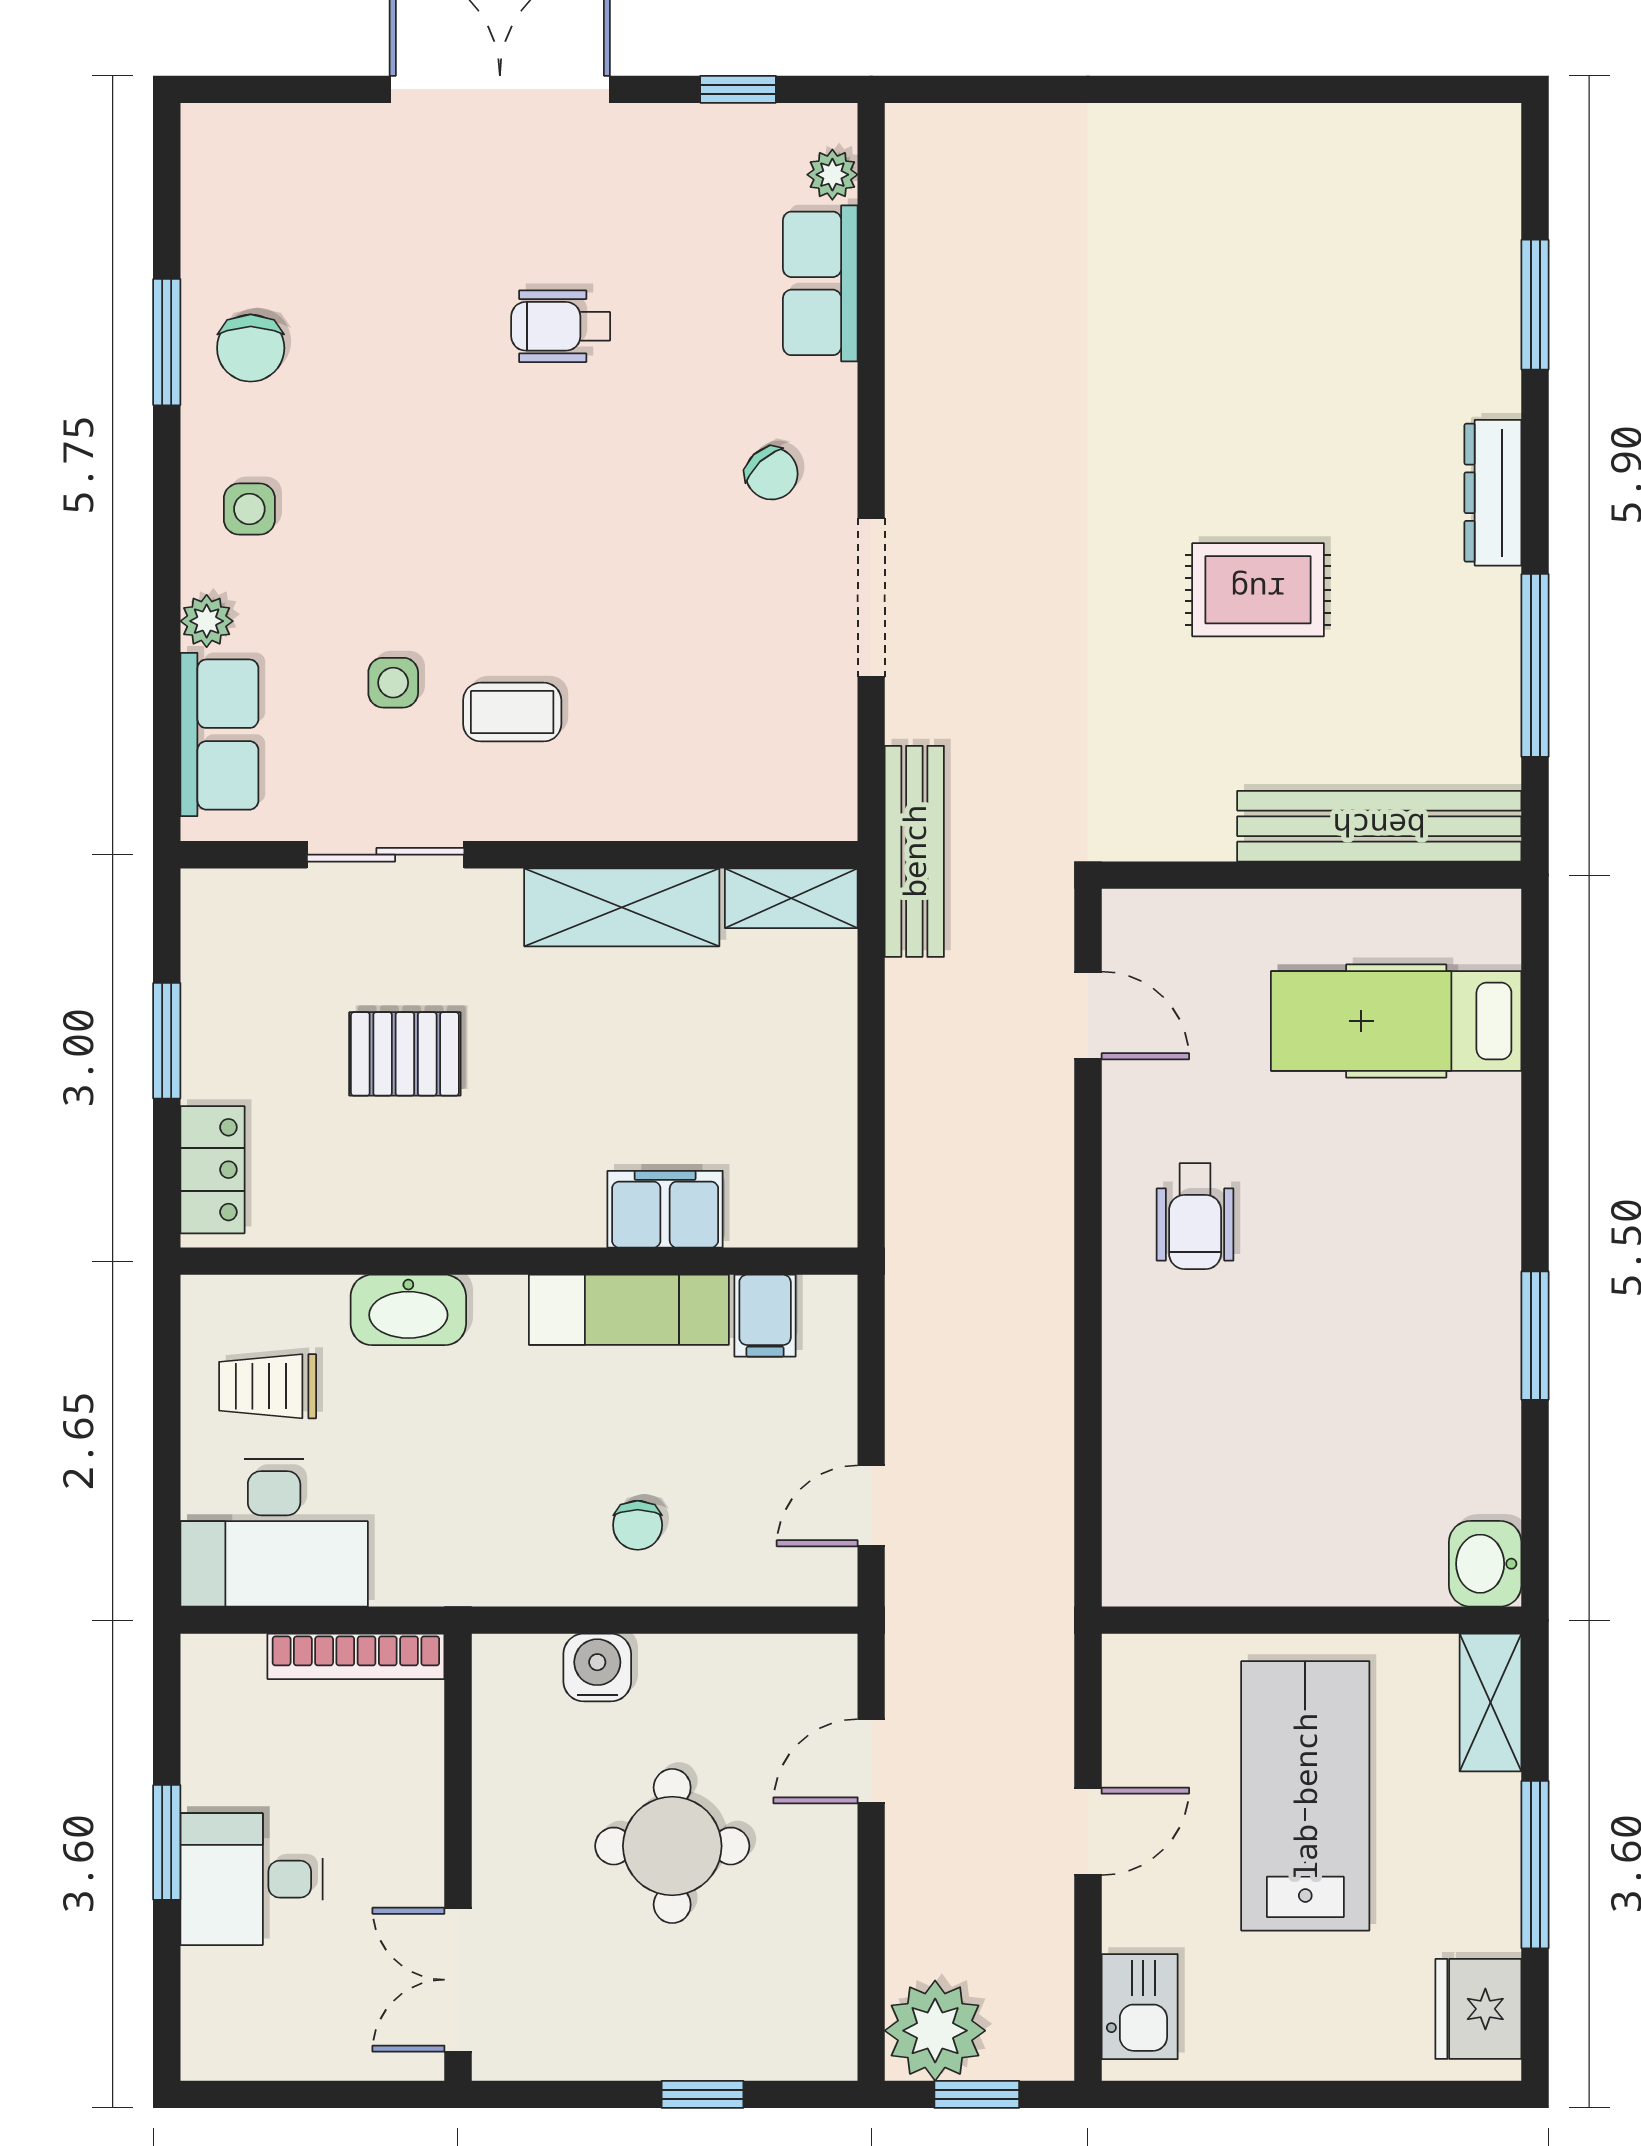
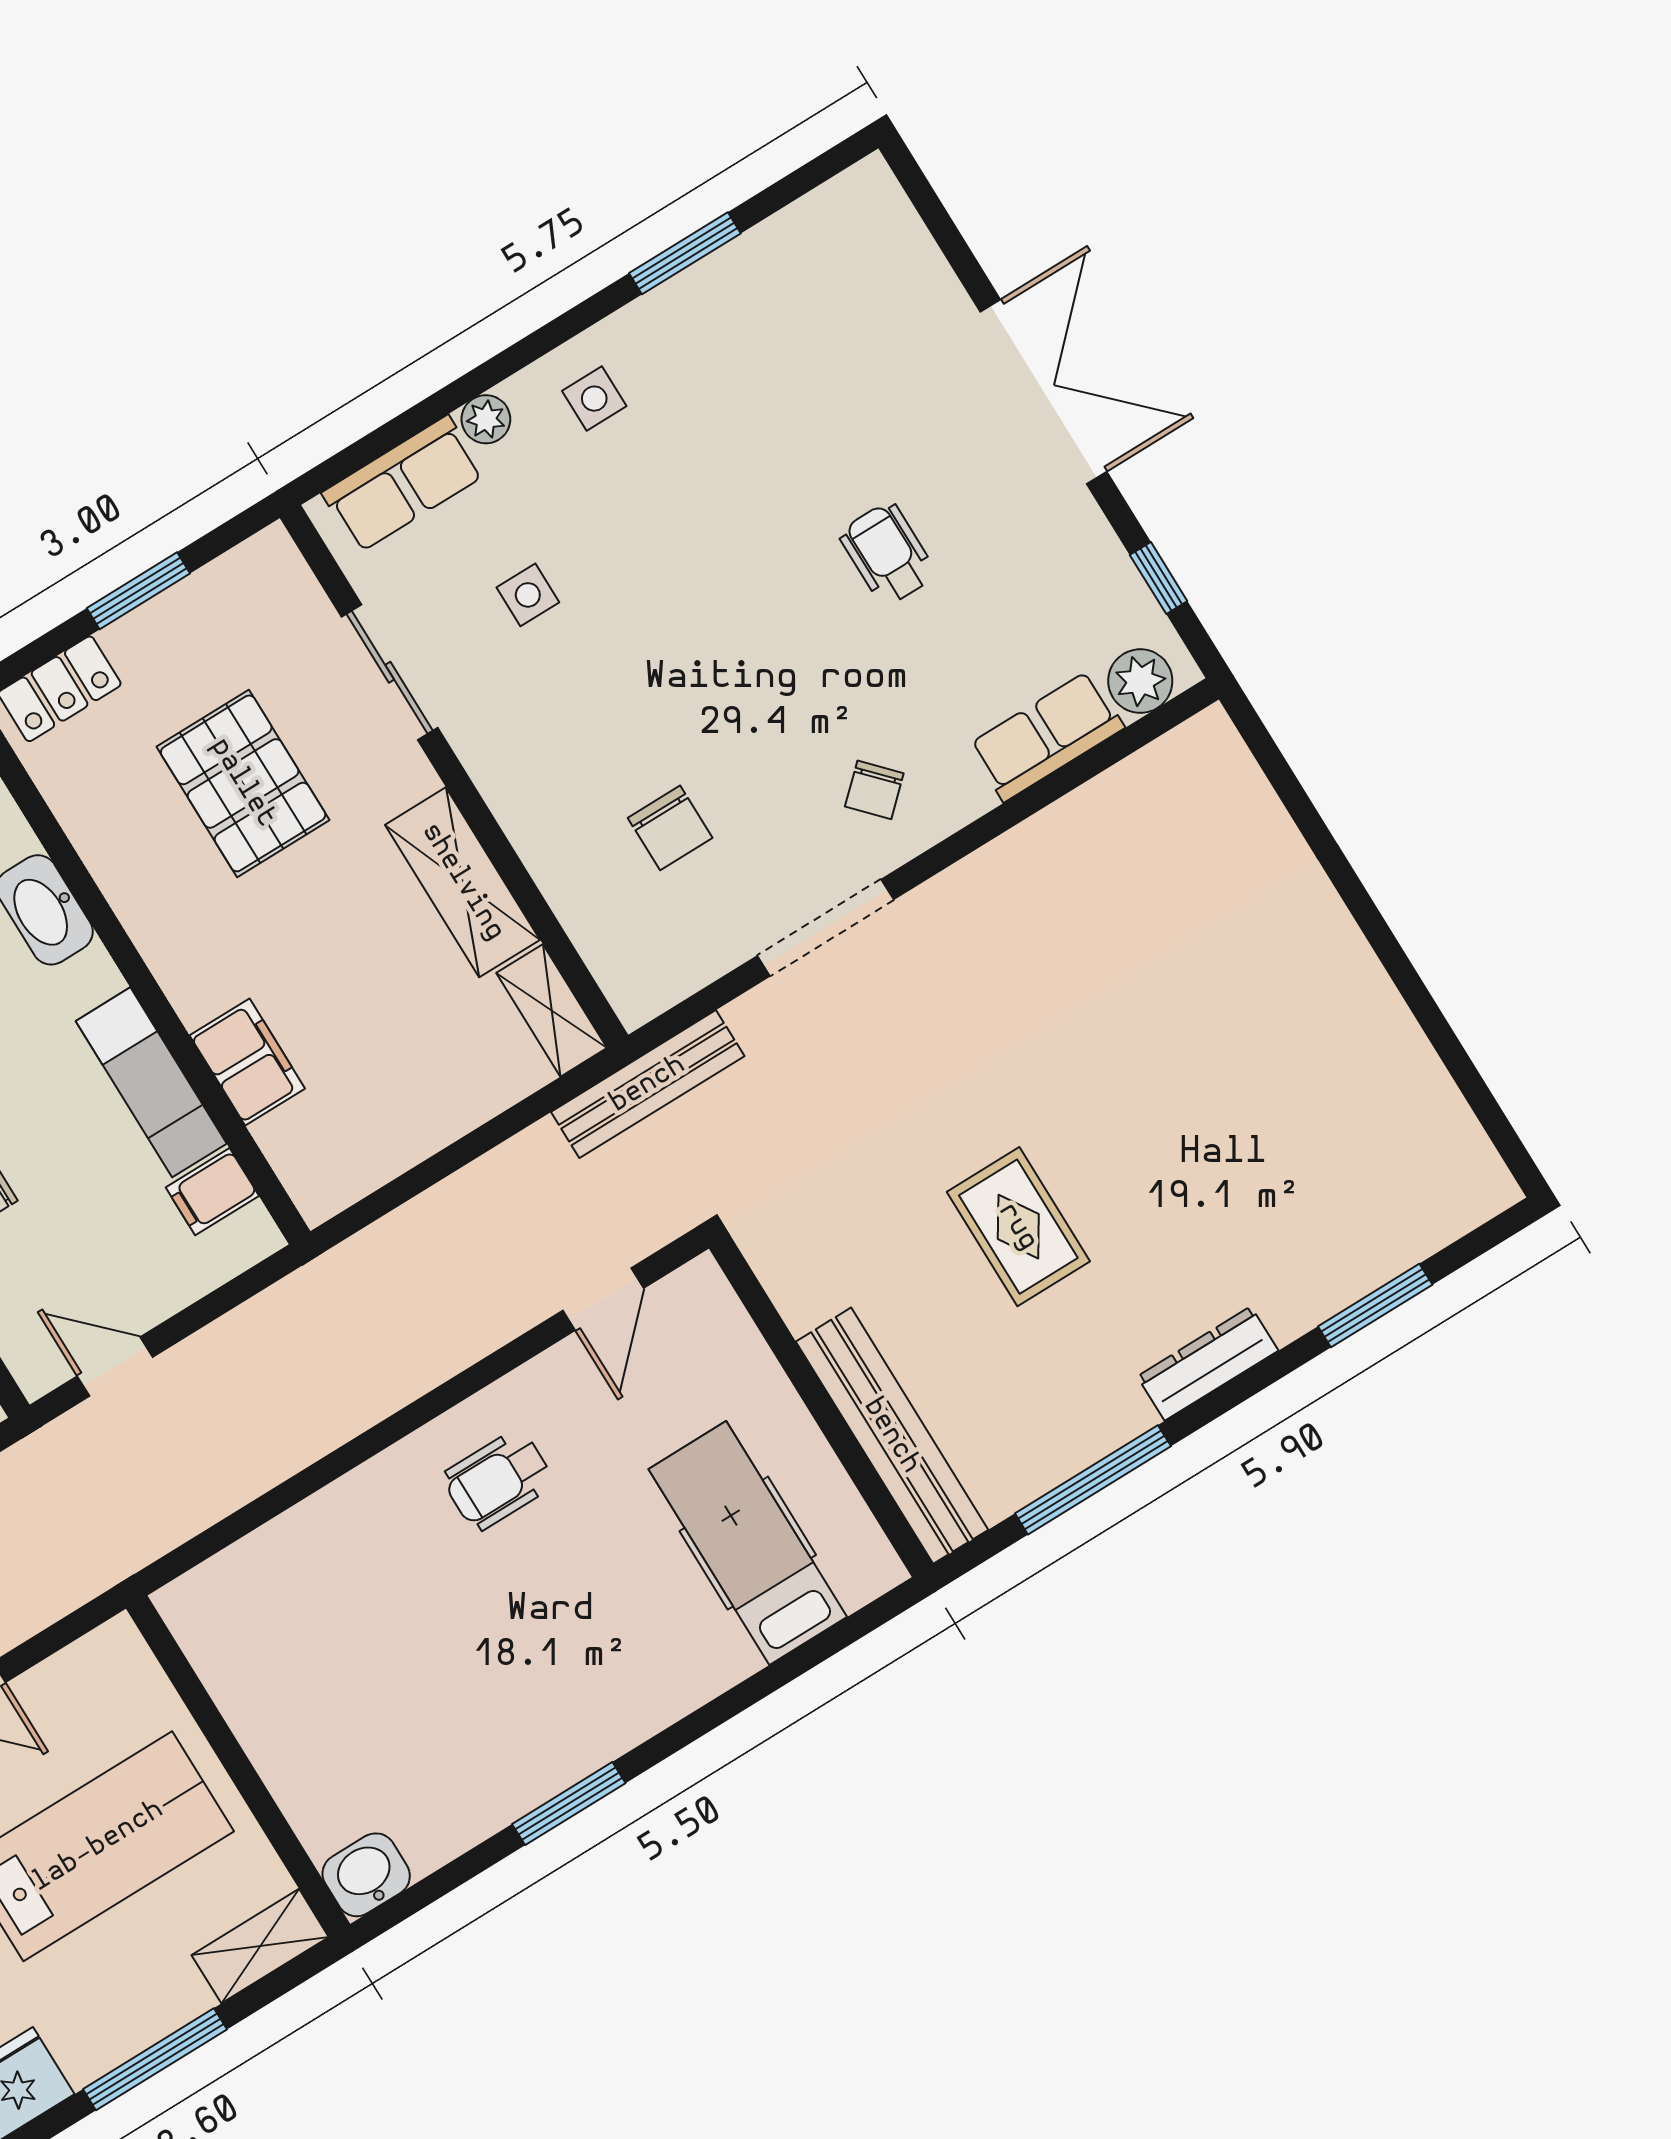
plant: (832, 175) -> (1140, 681), width x1.38, depth x1.38
chair: (251, 348) -> (670, 828), moved, turned -90
coffee table: (512, 712) -> (562, 702), removed
pallet: (405, 1054) -> (243, 783), width x1.50, depth x1.42

